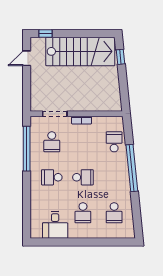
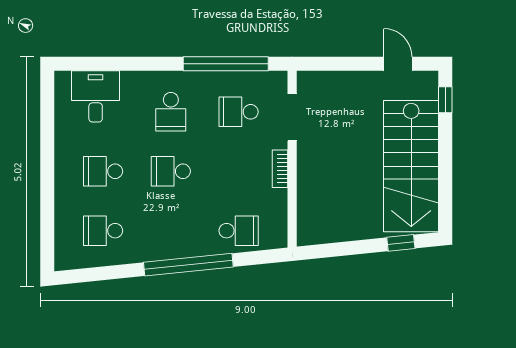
school desk: (52, 177) -> (171, 112), turned 180
school desk: (83, 177) -> (171, 171), turned 90
desk: (55, 225) -> (96, 96), moved, turned 90

